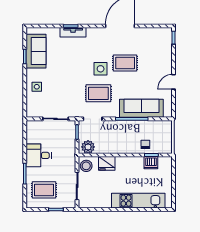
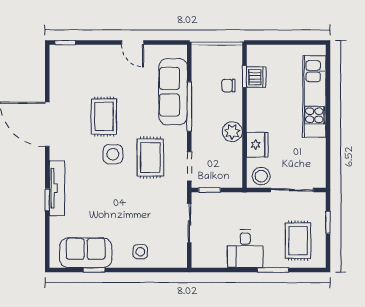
tv unit: (73, 32) -> (57, 188), width x1.41
plant: (88, 147) -> (232, 132), moved

